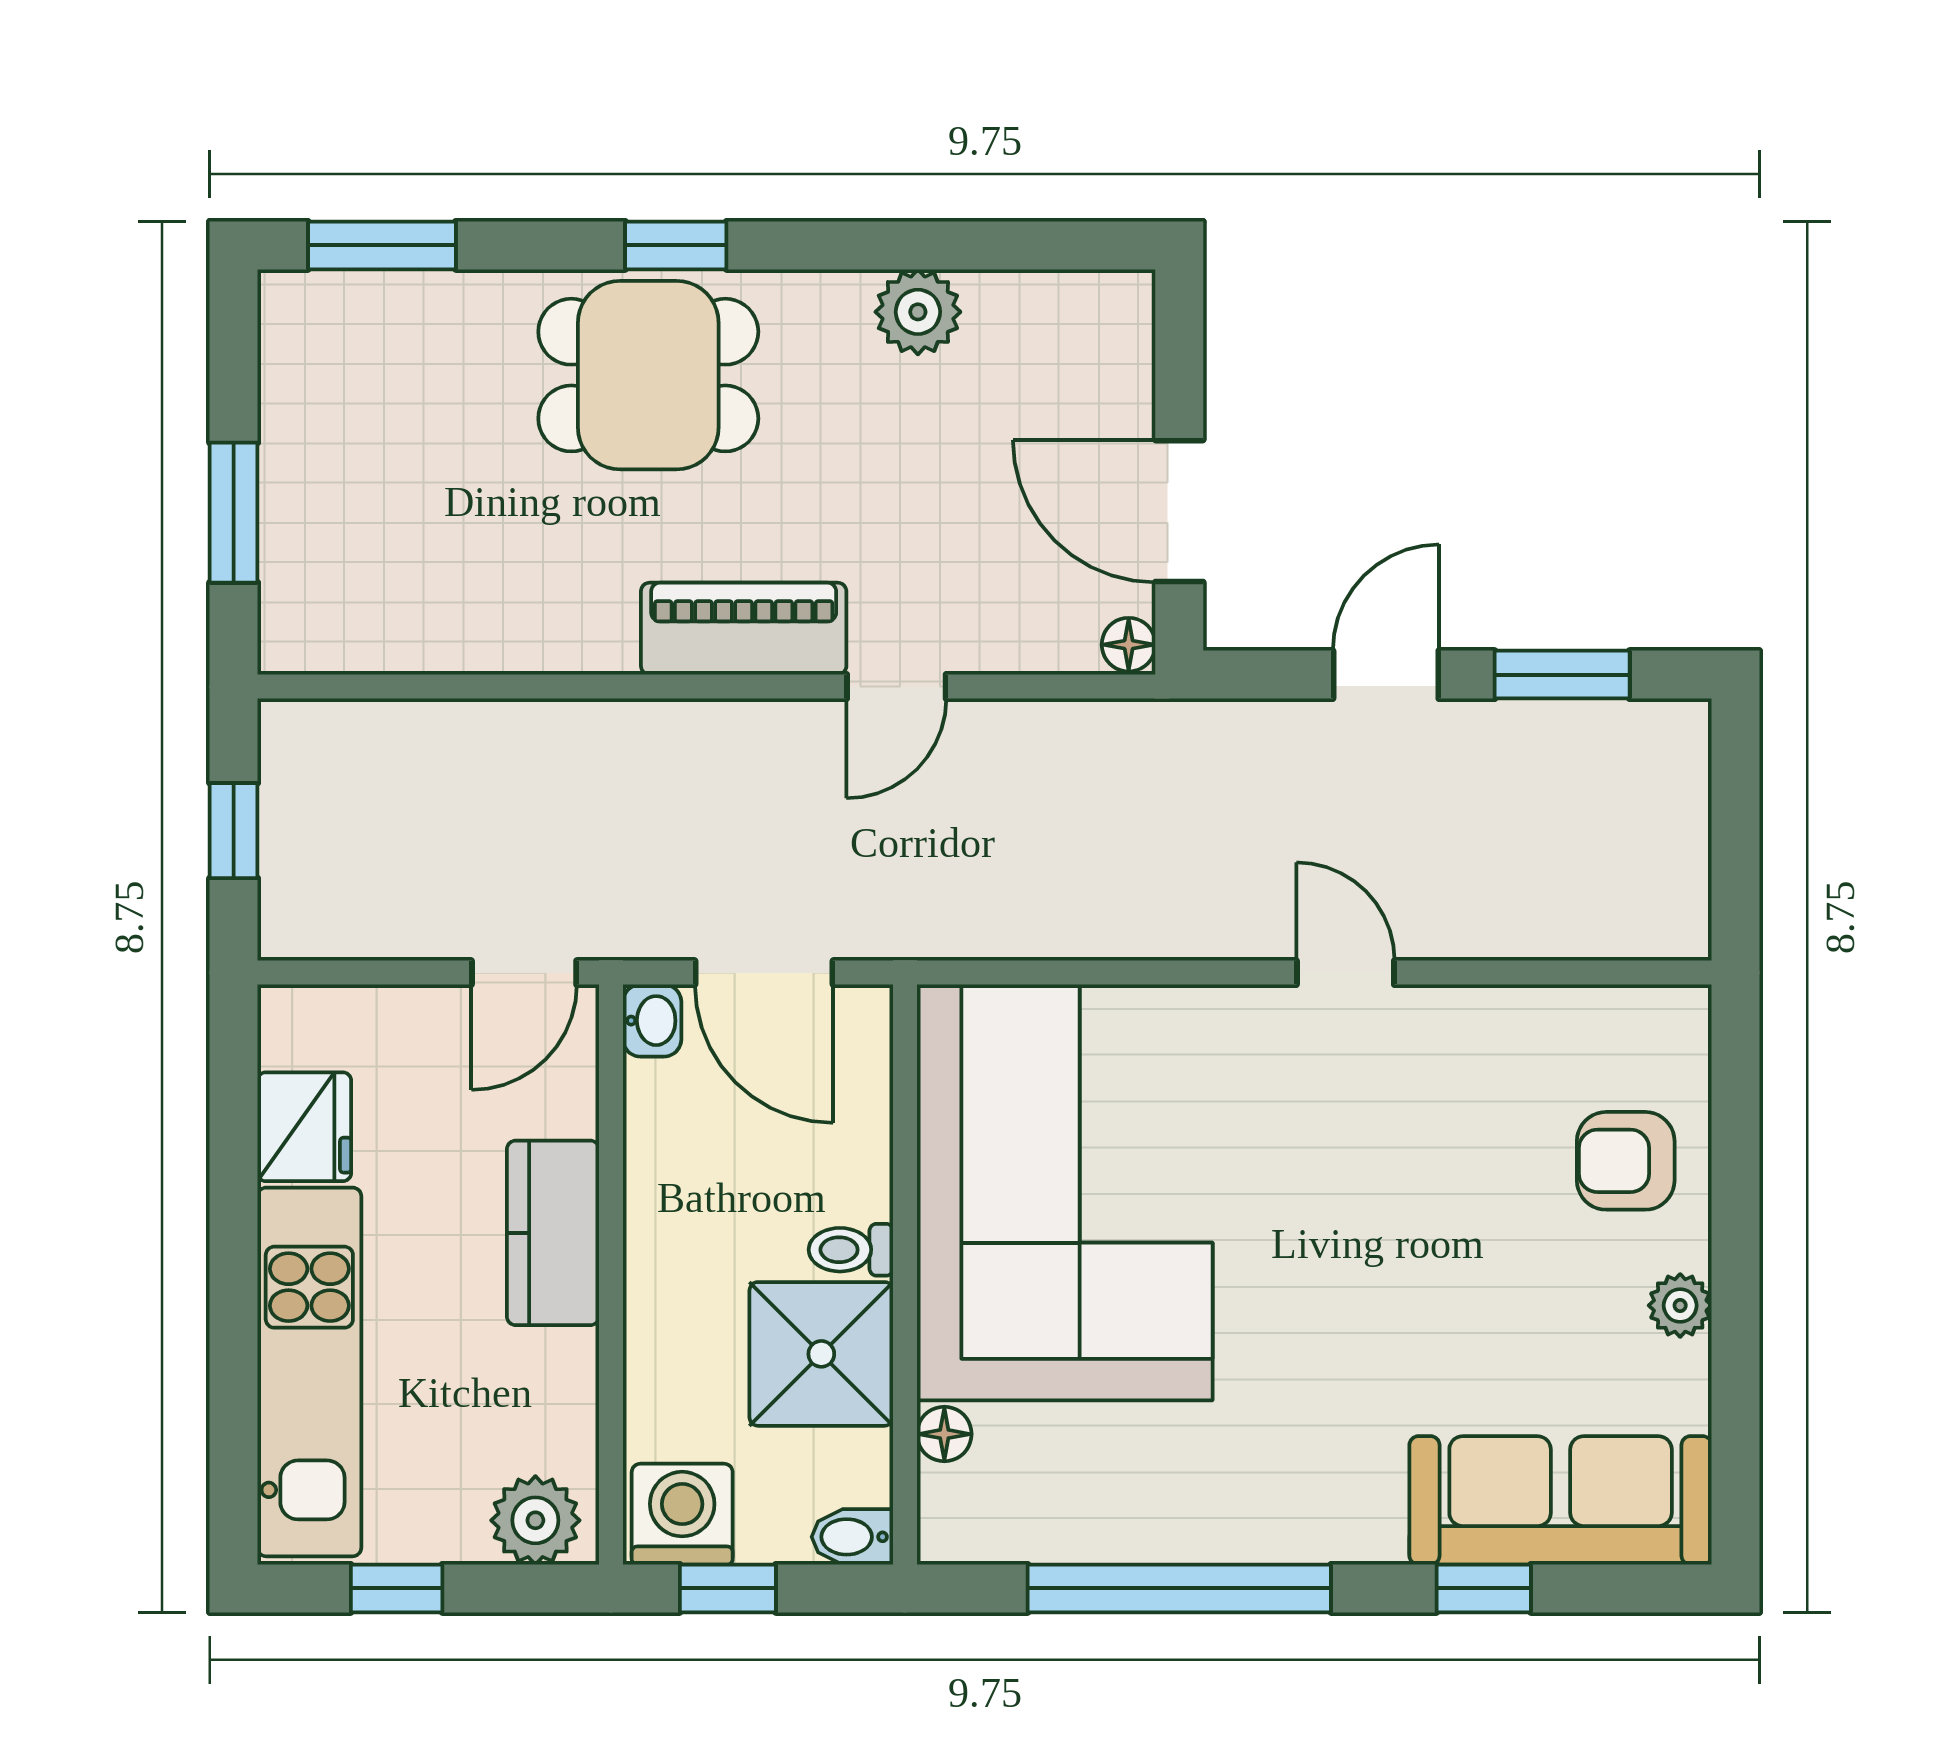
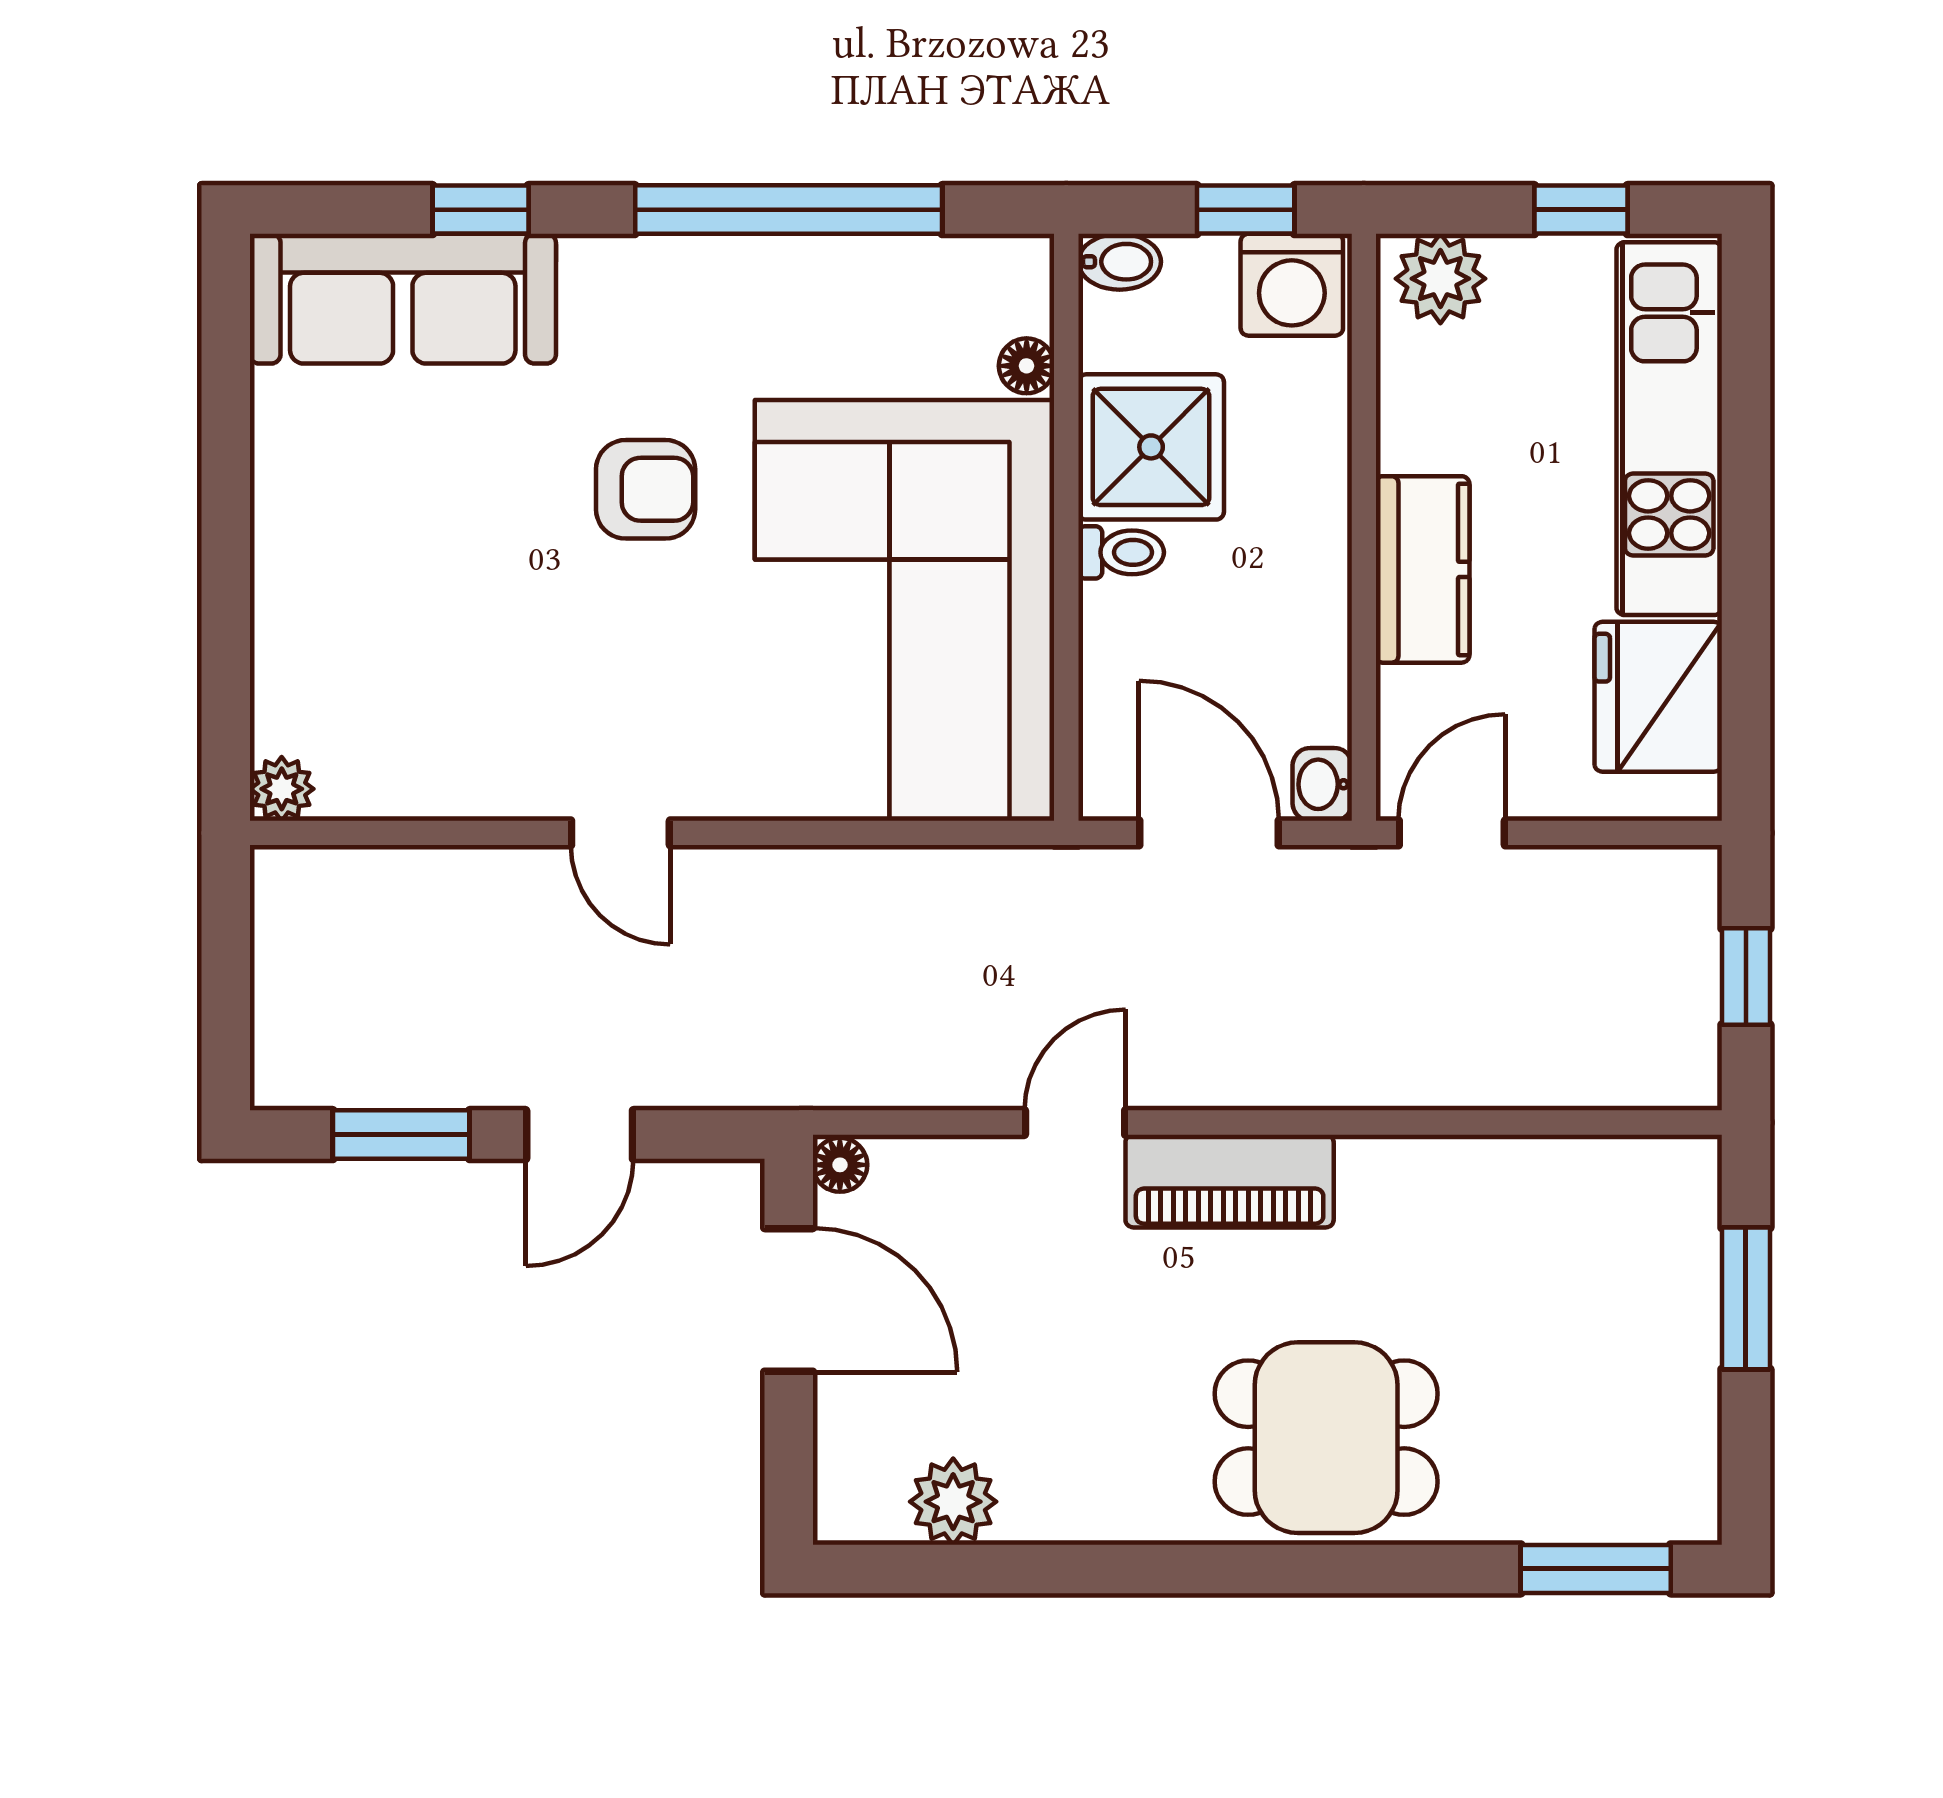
window: (676, 245) -> (1298, 1569), removed
plant: (918, 312) -> (953, 1502), moved
fridge: (304, 1127) -> (1658, 697), width x1.36, depth x1.34
armchair: (1626, 1161) -> (646, 489), moved
plant: (1680, 1305) -> (282, 789), moved

